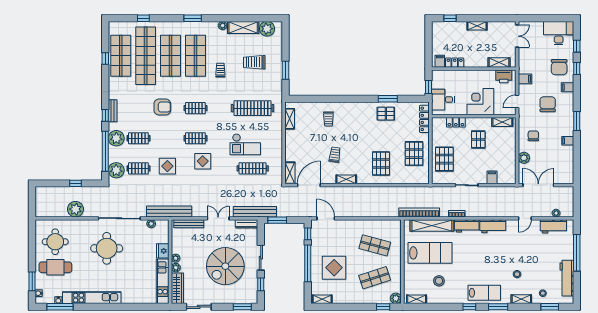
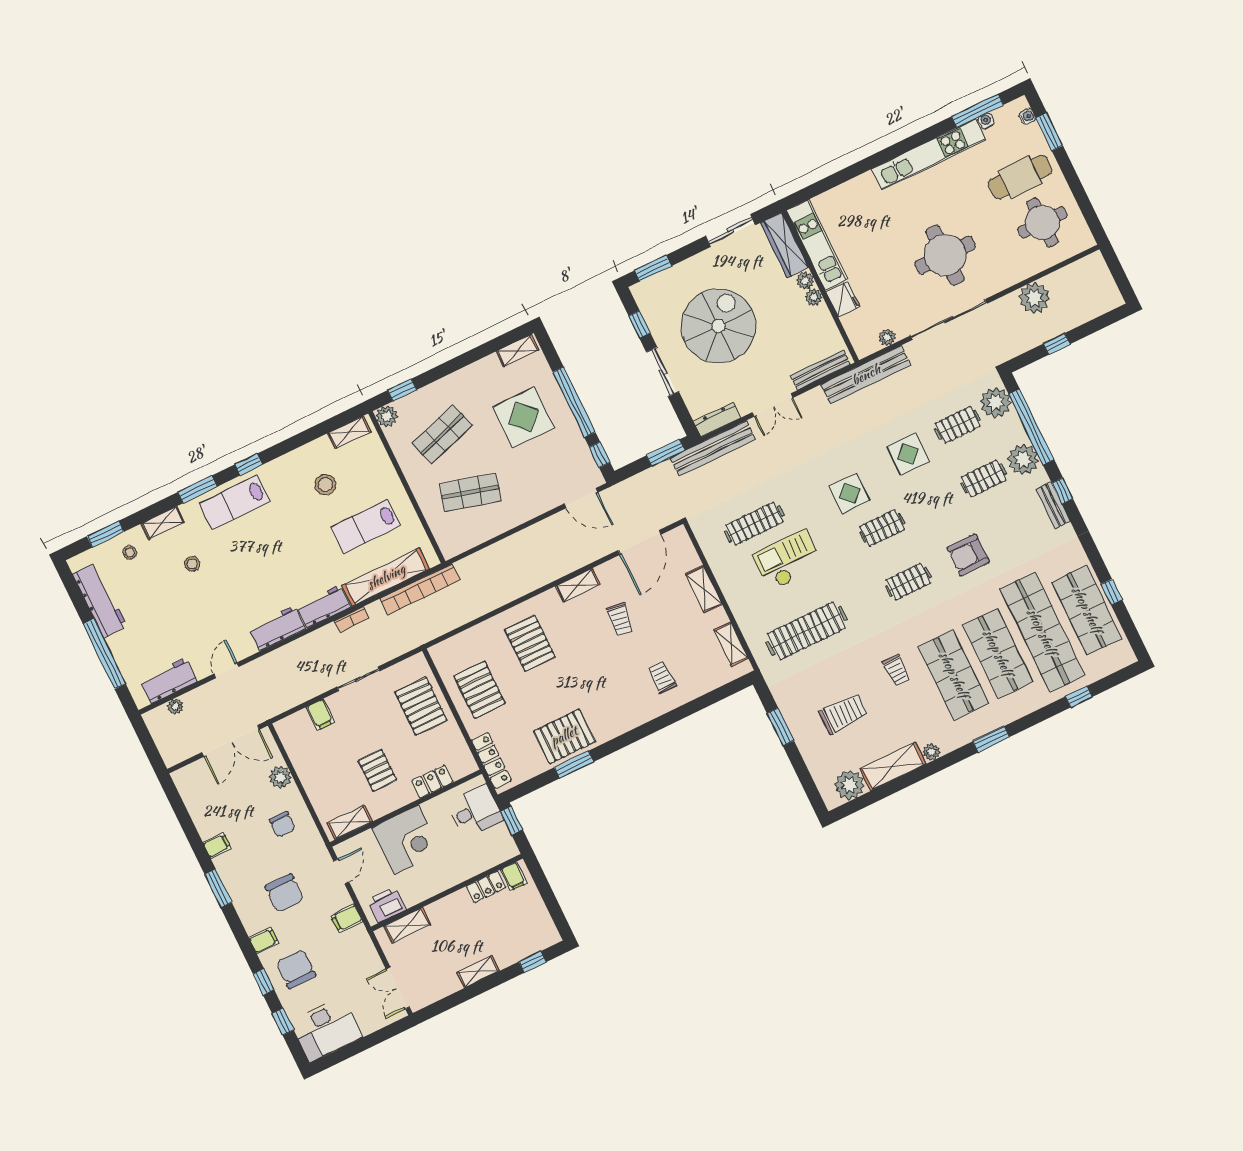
pallet: (386, 114) -> (564, 736), width x1.50, depth x1.42
shelving: (290, 173) -> (704, 589), moved
lab bench: (430, 253) -> (365, 526), width x0.73, depth x0.72

